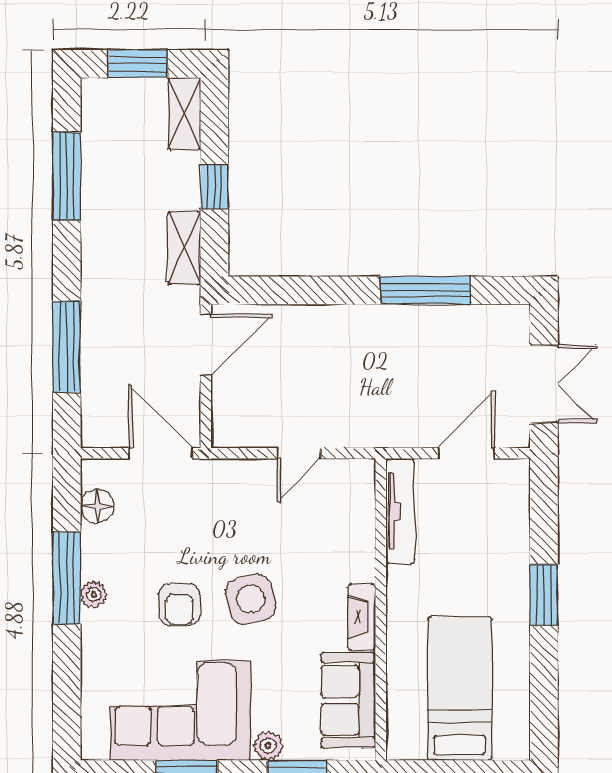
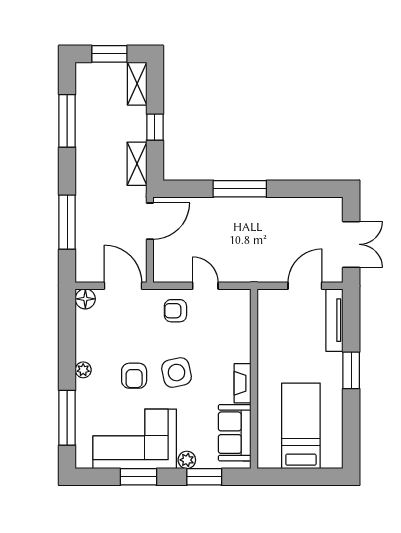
window: (426, 290) -> (240, 189), moved
door: (299, 453) -> (205, 286), swing flipped
armchair: (249, 495) -> (175, 311), added
floor lamp: (97, 506) -> (85, 299), moved
tv unit: (400, 511) -> (334, 320), moved, turned 180
window: (67, 578) -> (67, 418), moved

